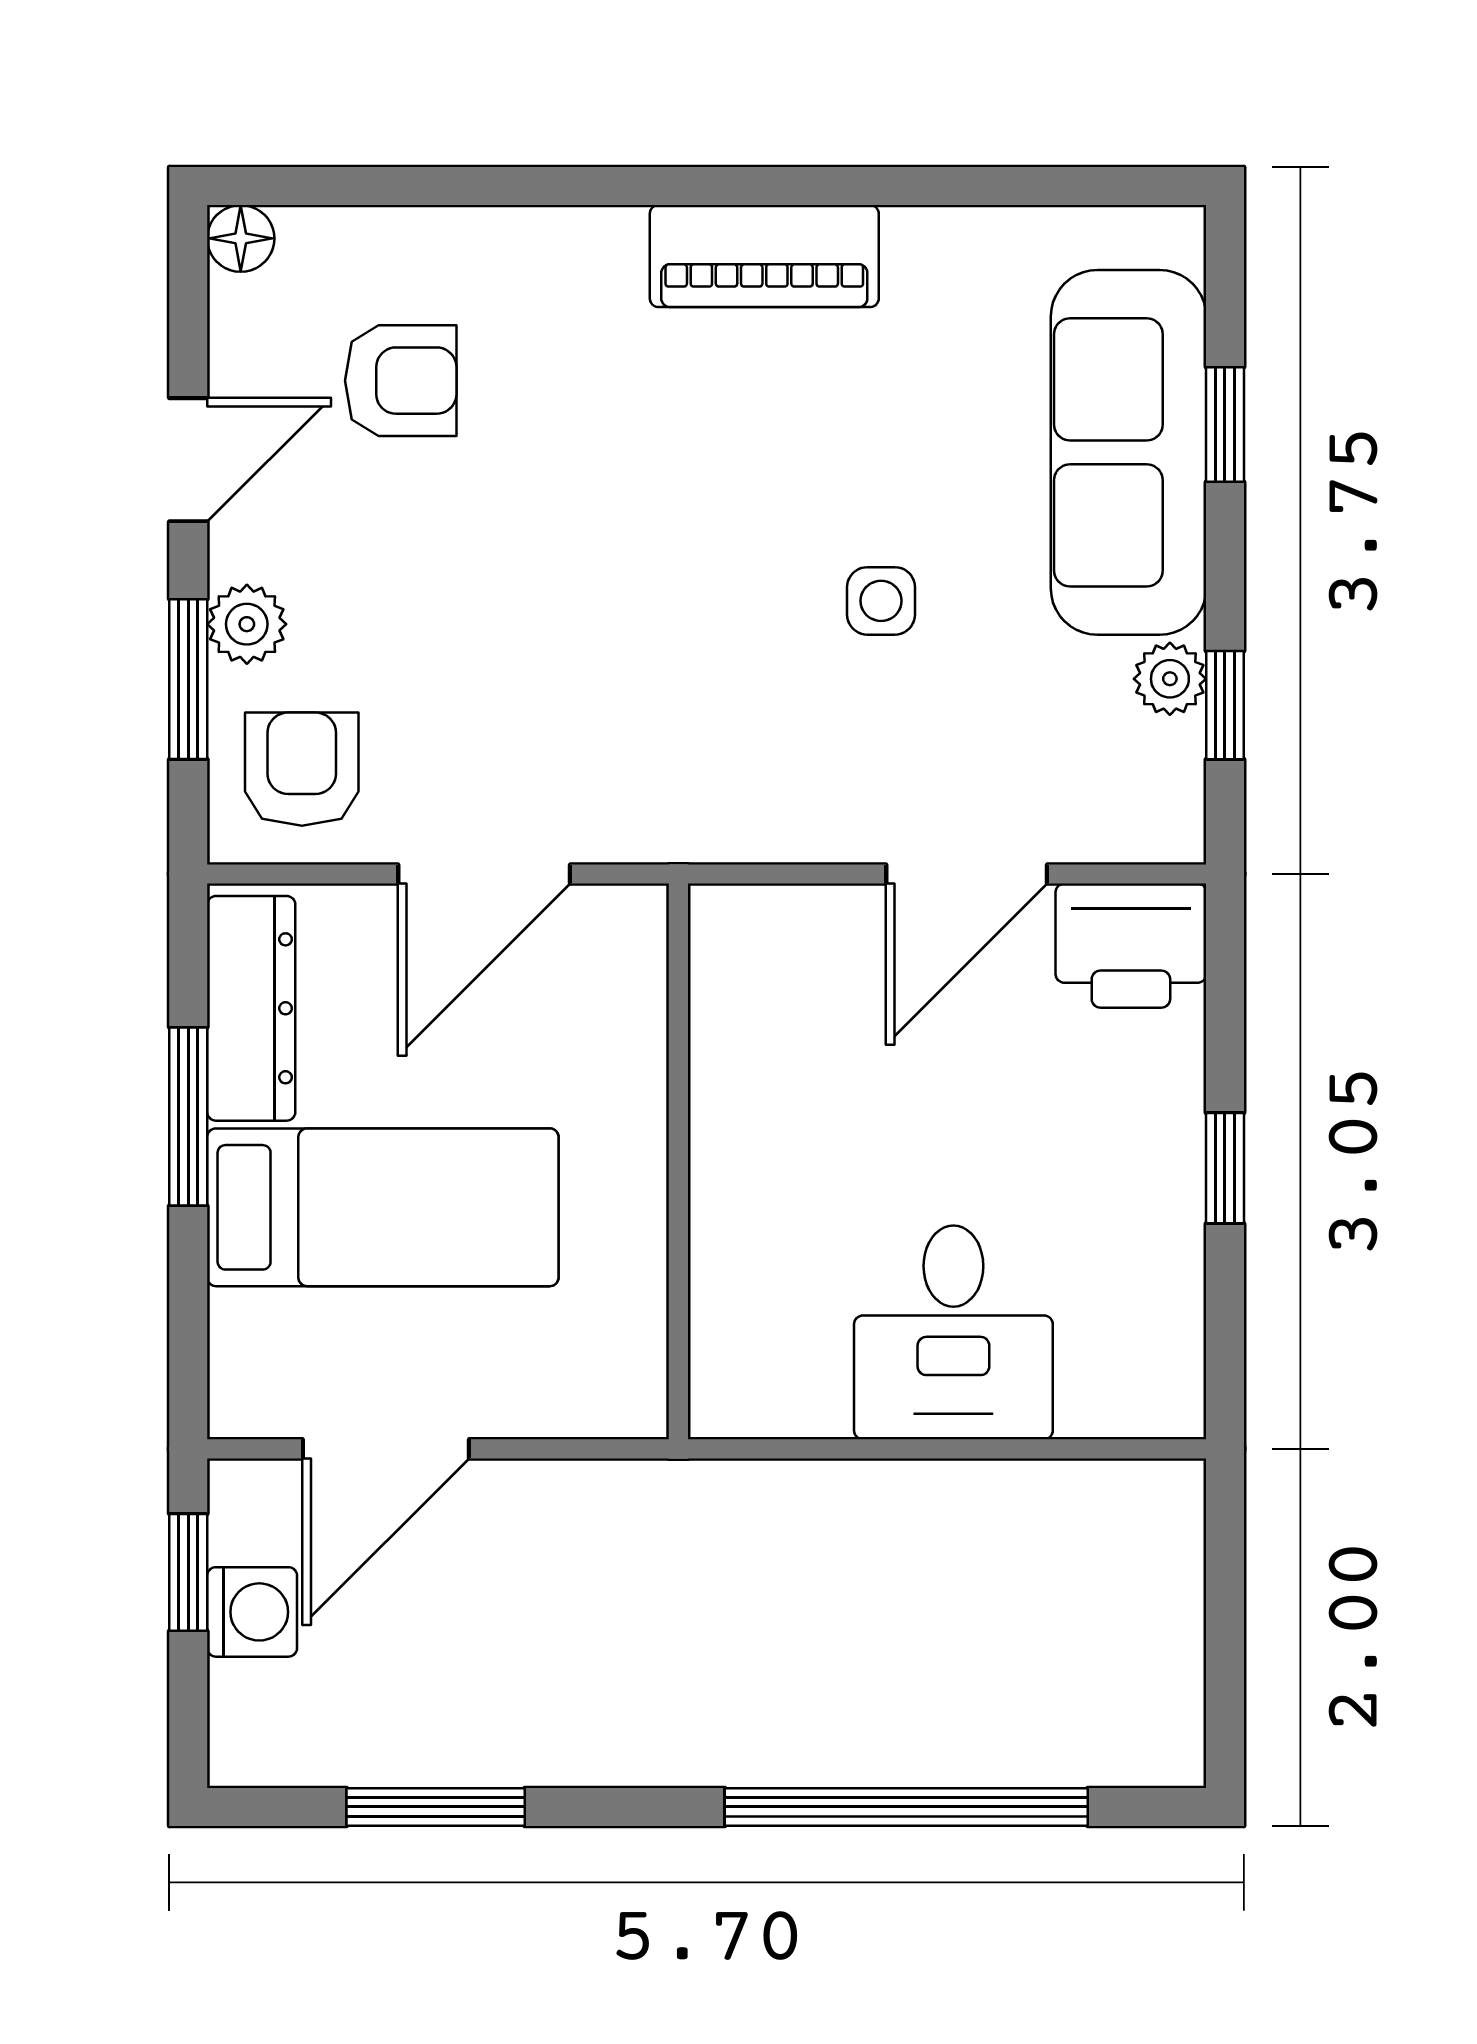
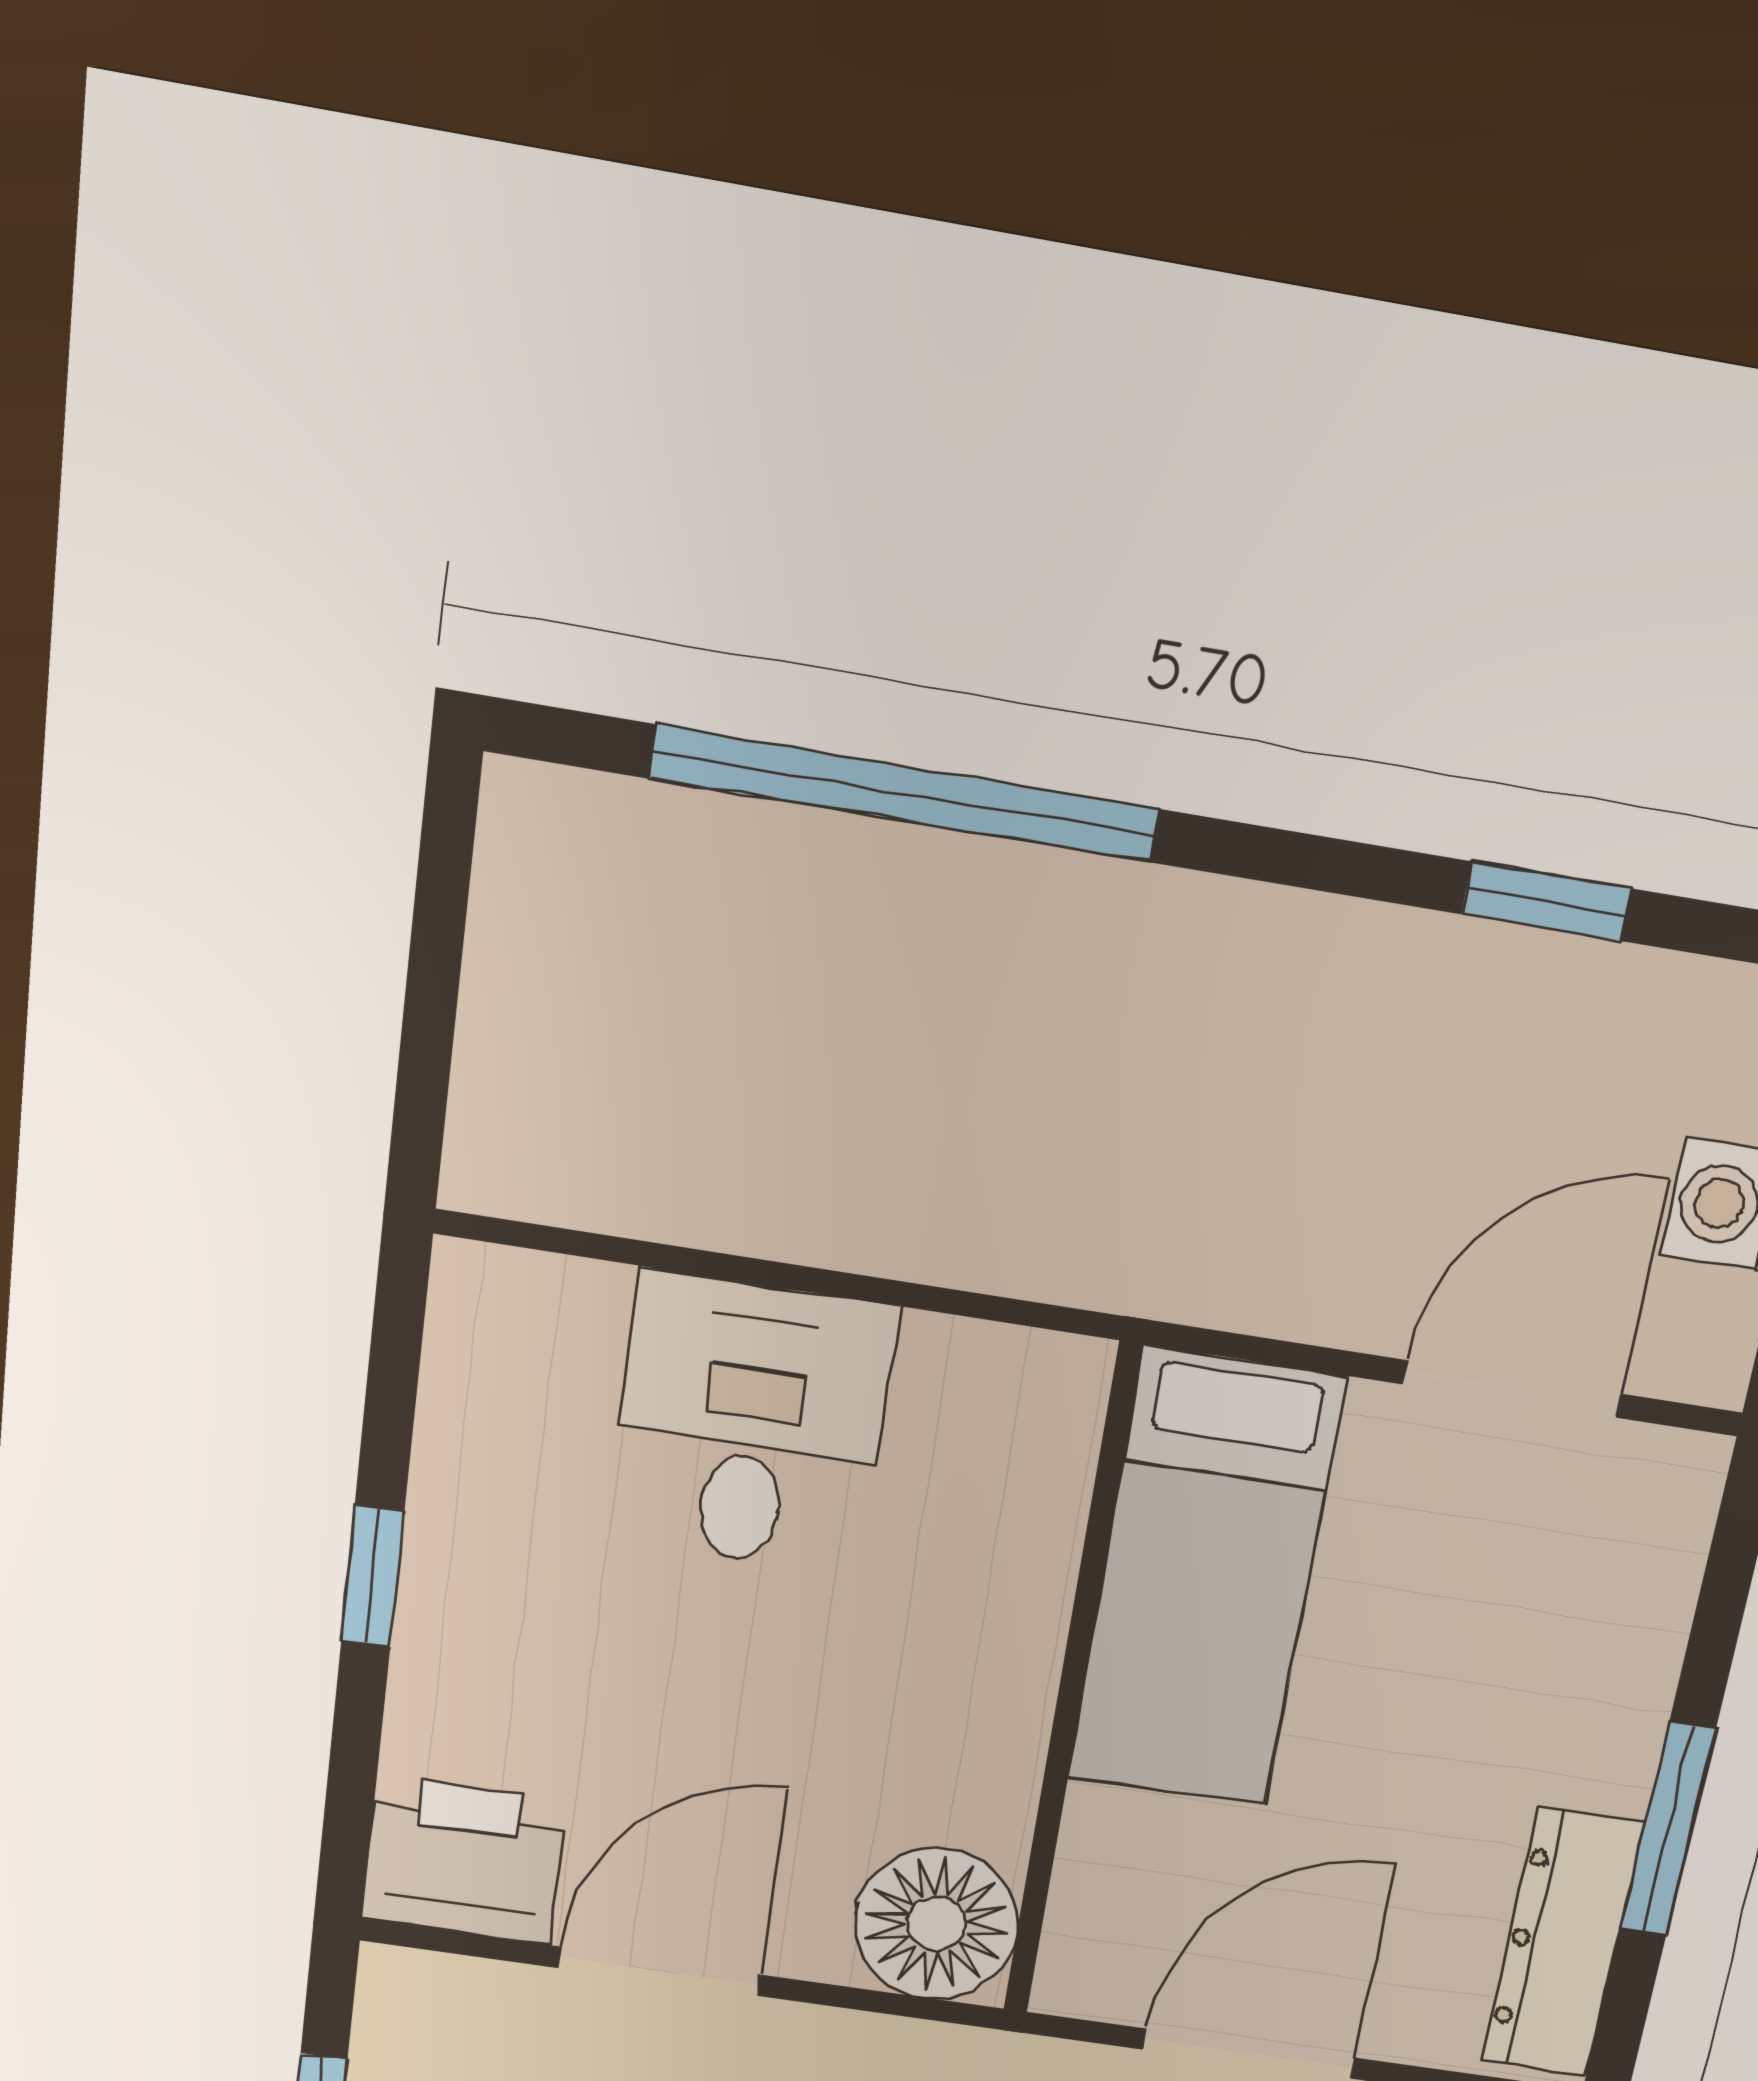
floor lamp: (753, 949) -> (936, 1924), added
bed: (383, 1207) -> (1206, 1580), moved, turned -90
window: (436, 1807) -> (1546, 901), width x0.67

